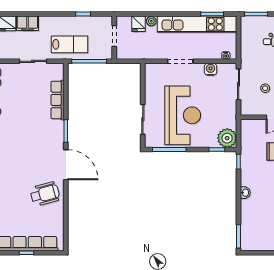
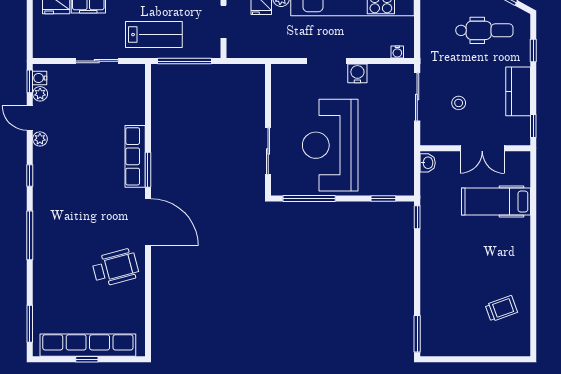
water cooler: (211, 69) -> (357, 73), moved
row of seats: (57, 100) -> (135, 156), moved
reception desk: (183, 115) -> (330, 145), turned 180
plant: (227, 138) -> (399, 181), removed
washbasin: (245, 193) -> (428, 163), moved

